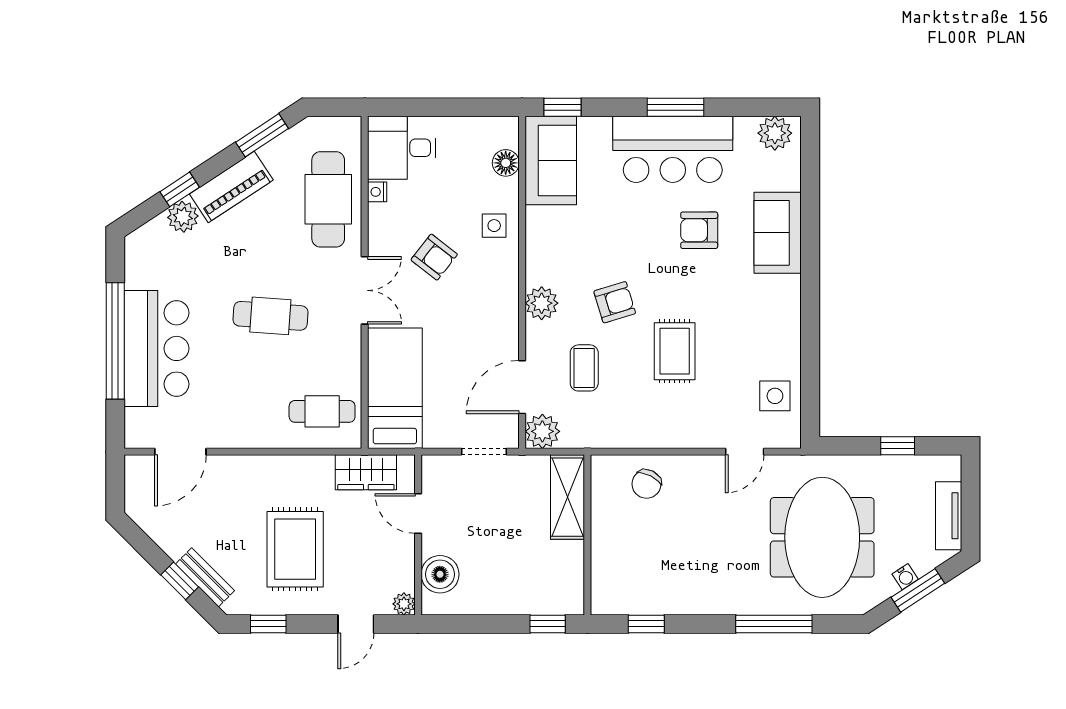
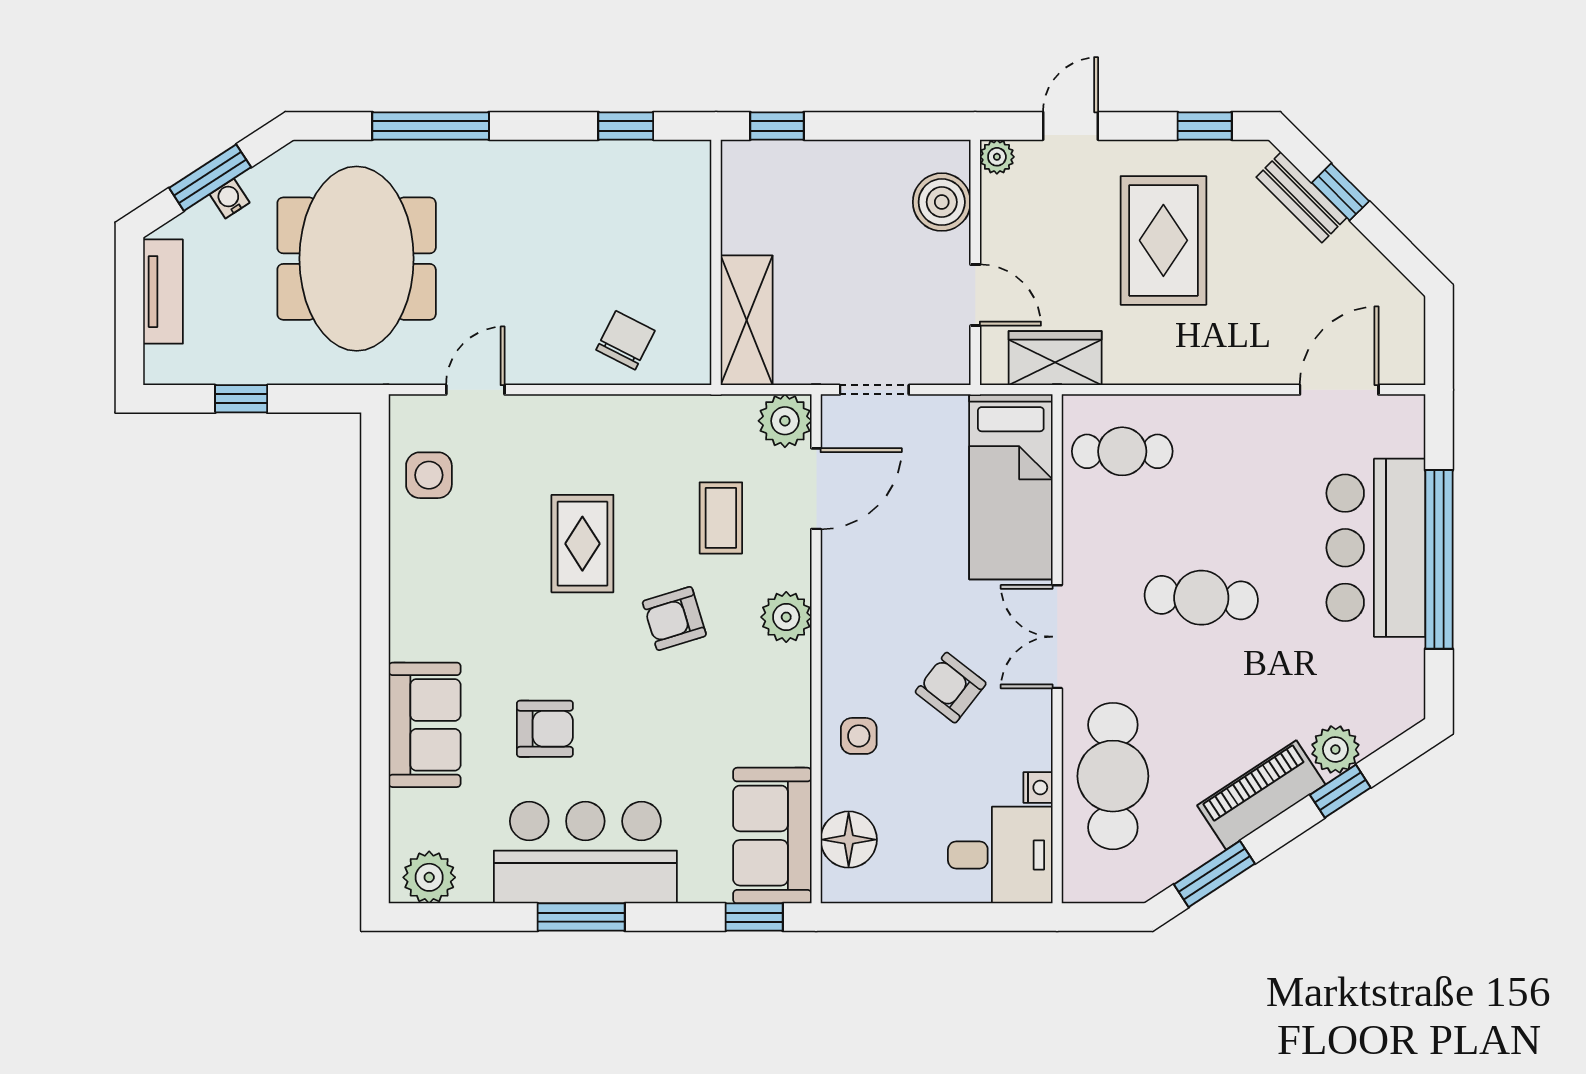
floor lamp: (506, 163) -> (849, 840), width x1.38, depth x1.38

